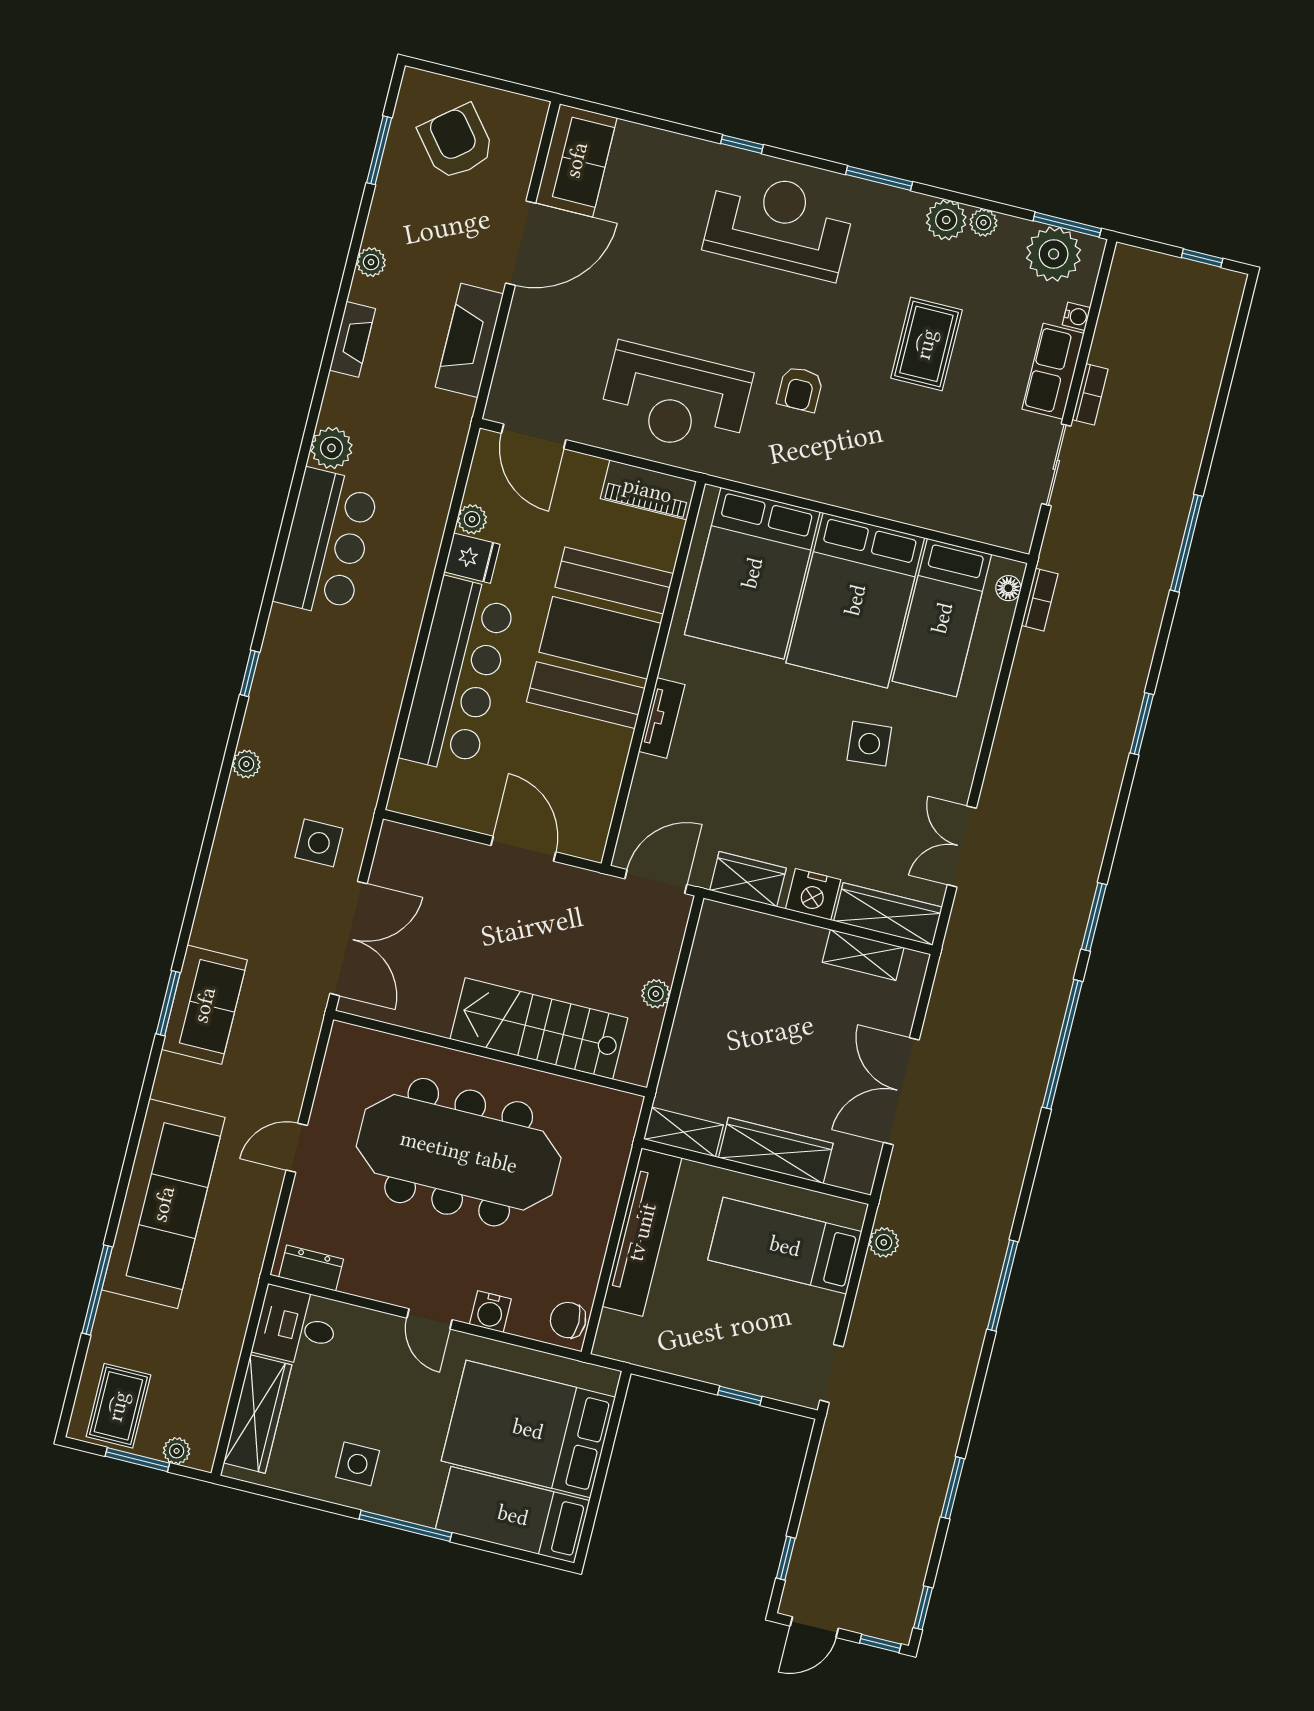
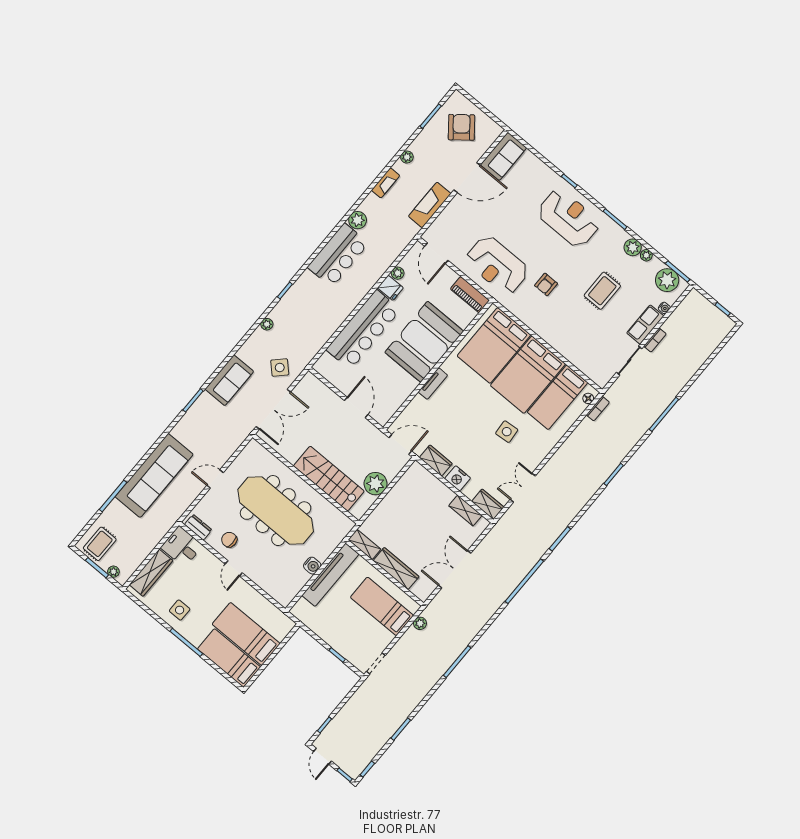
side table: (319, 843) -> (280, 368), turned 45
wardrobe: (888, 914) -> (488, 504), width x0.67
plant: (656, 994) -> (376, 484), width x1.87, depth x1.87
sofa: (204, 1005) -> (229, 380), moved
water cooler: (490, 1312) -> (312, 566), moved, turned -90
chair: (568, 1320) -> (229, 540), moved
bed: (528, 1429) -> (246, 634), width x0.67
door: (814, 1627) -> (323, 756), hinge flipped

